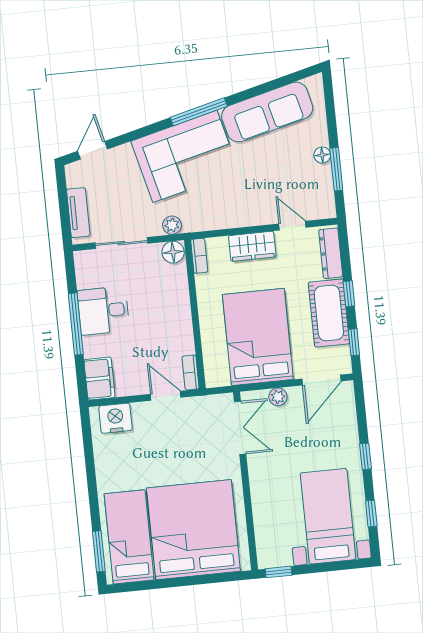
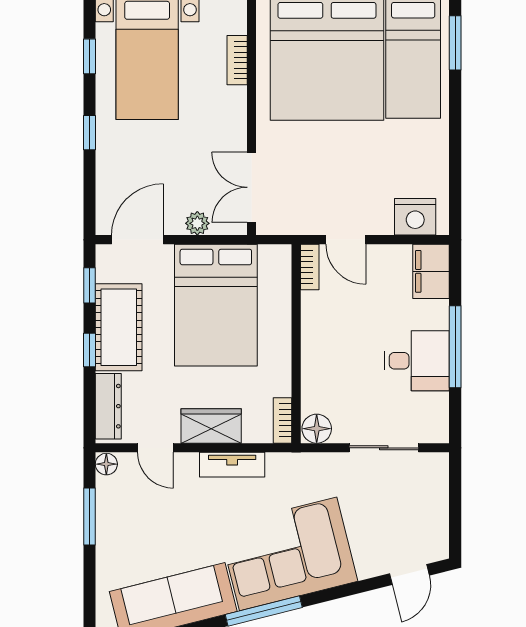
floor lamp: (322, 155) -> (106, 464), moved
tv unit: (78, 213) -> (232, 465), moved, turned -90
plant: (172, 225) -> (314, 465), removed
bookcase: (261, 522) -> (237, 60), added

